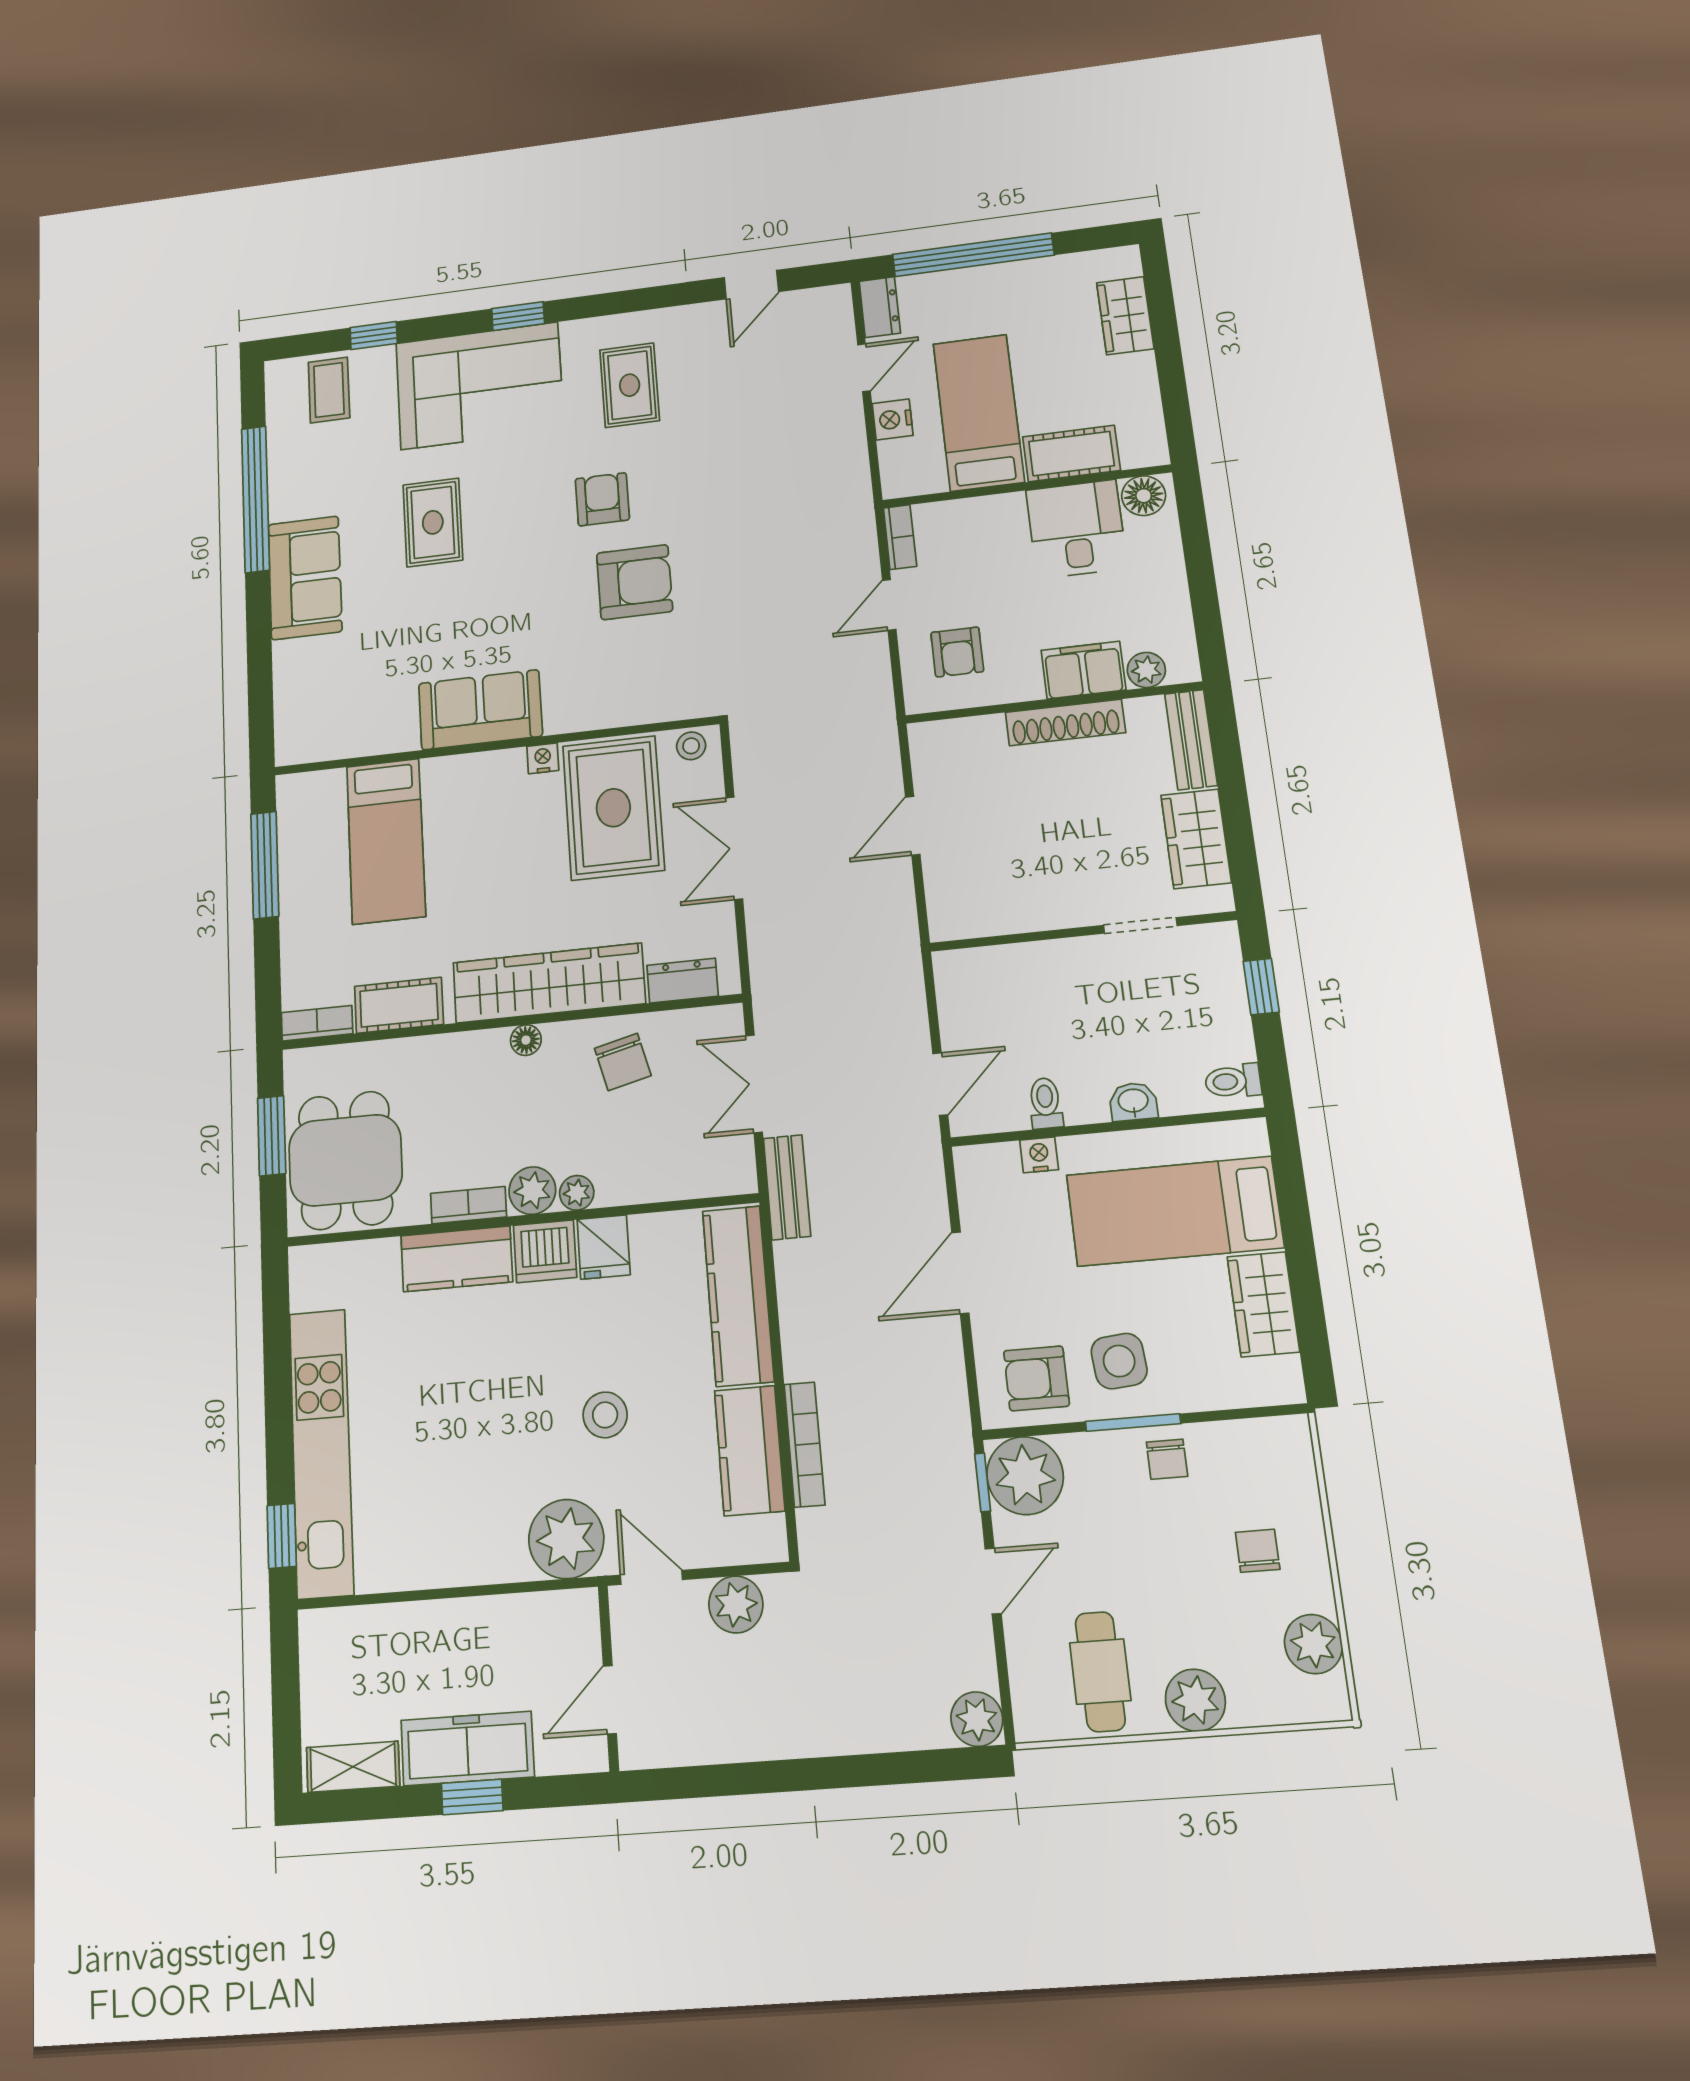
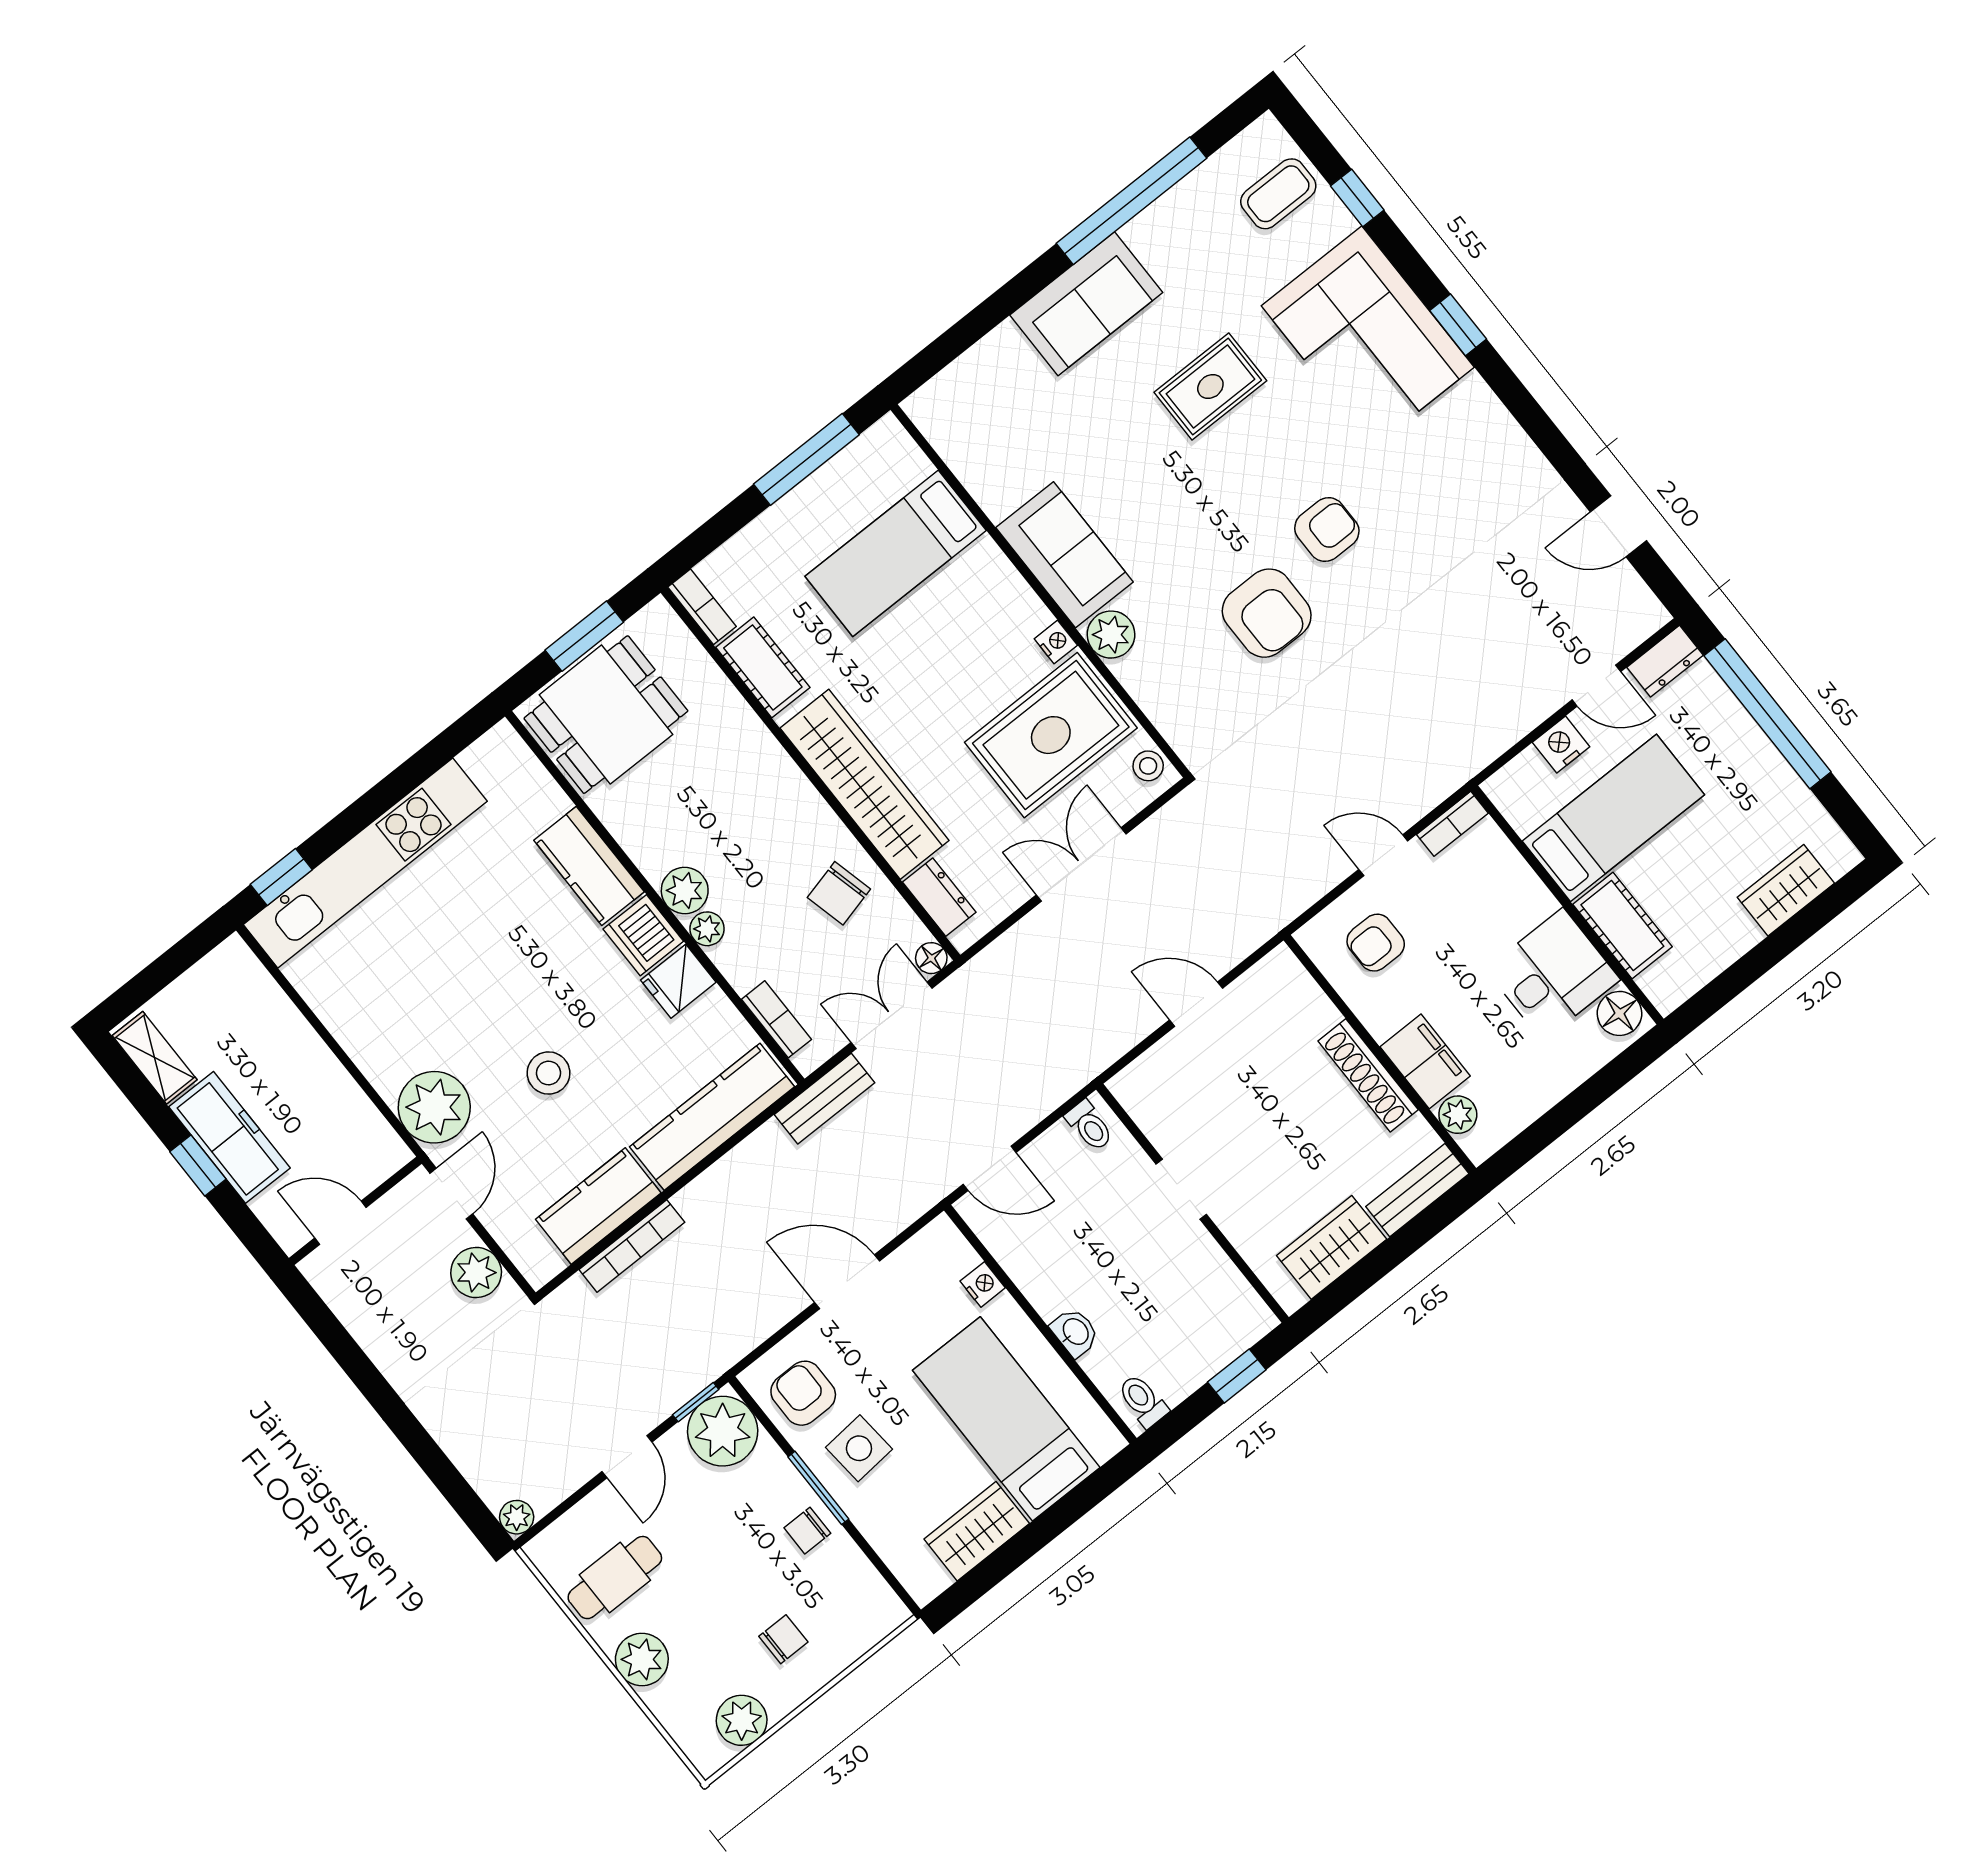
rug: (630, 385) -> (1452, 479), removed
plant: (567, 712) -> (1111, 635), added
doorway: (1140, 925) -> (1181, 1189), moved
floor lamp: (526, 1040) -> (931, 958), moved
toilet: (1045, 1103) -> (1089, 1126), moved, turned 90
bookcase: (468, 1205) -> (777, 1019), moved
door: (993, 1581) -> (627, 1457), hinge flipped
plant: (977, 1719) -> (517, 1517), width x0.73, depth x0.73

